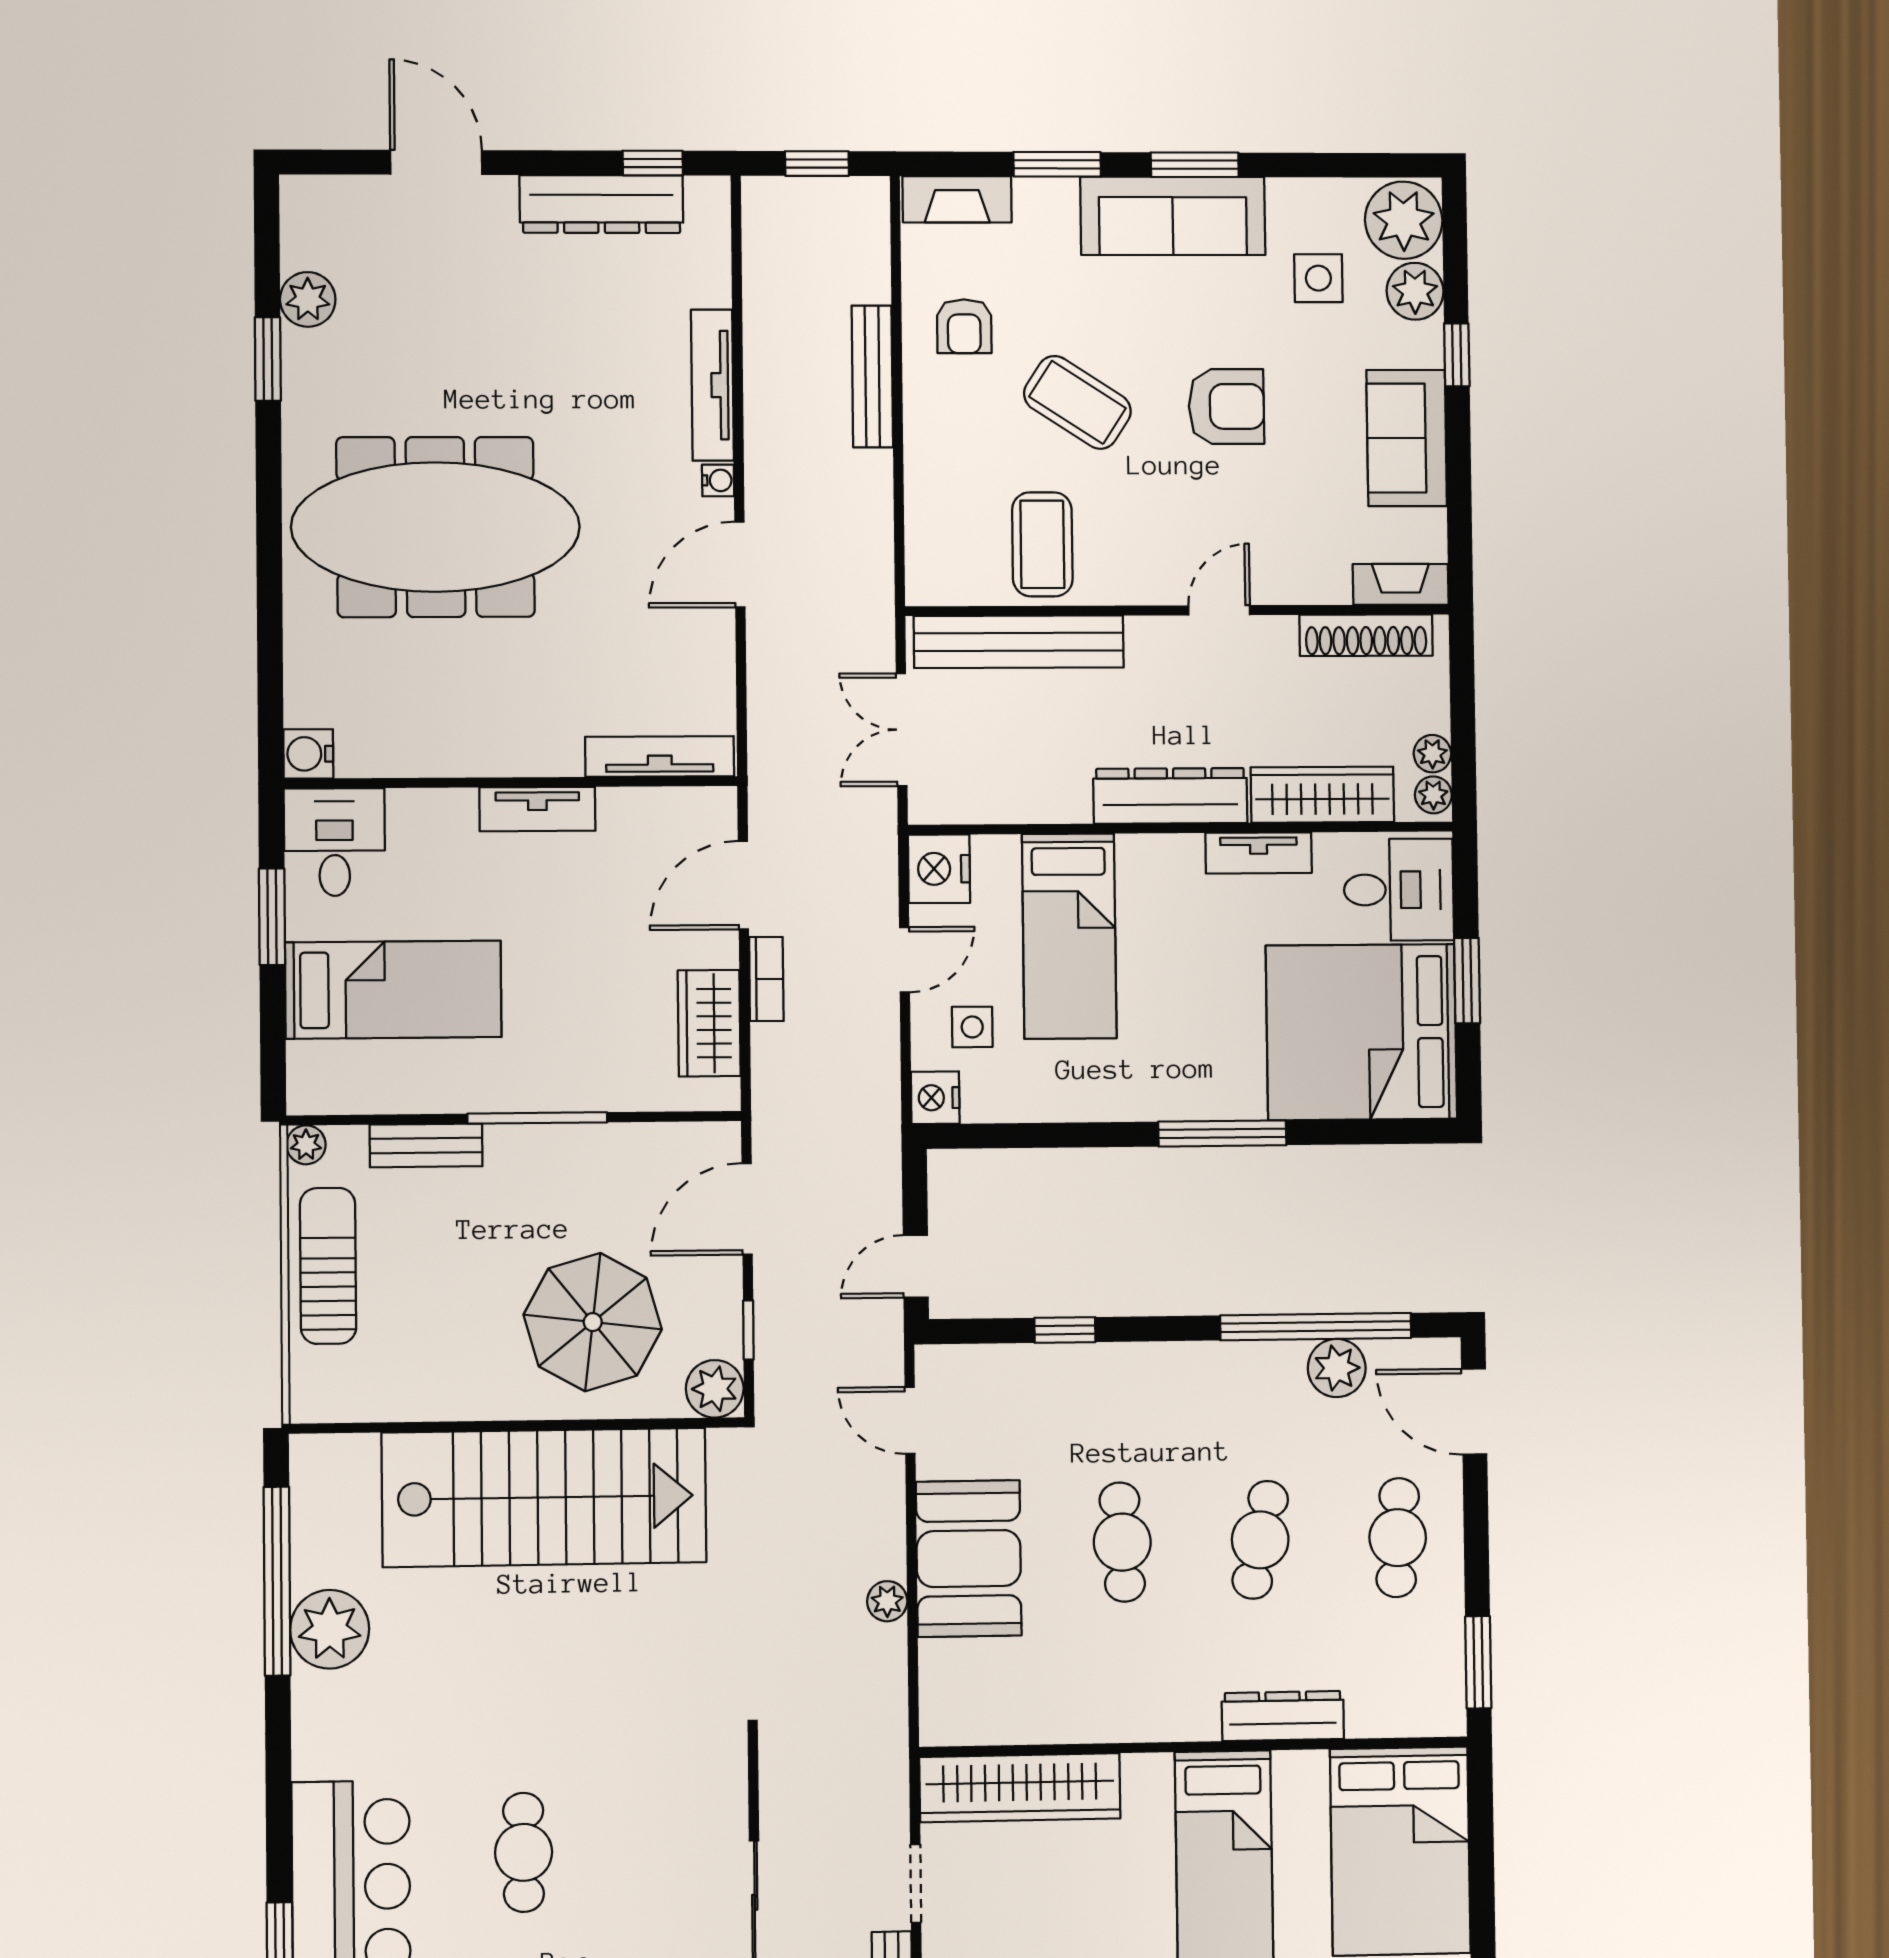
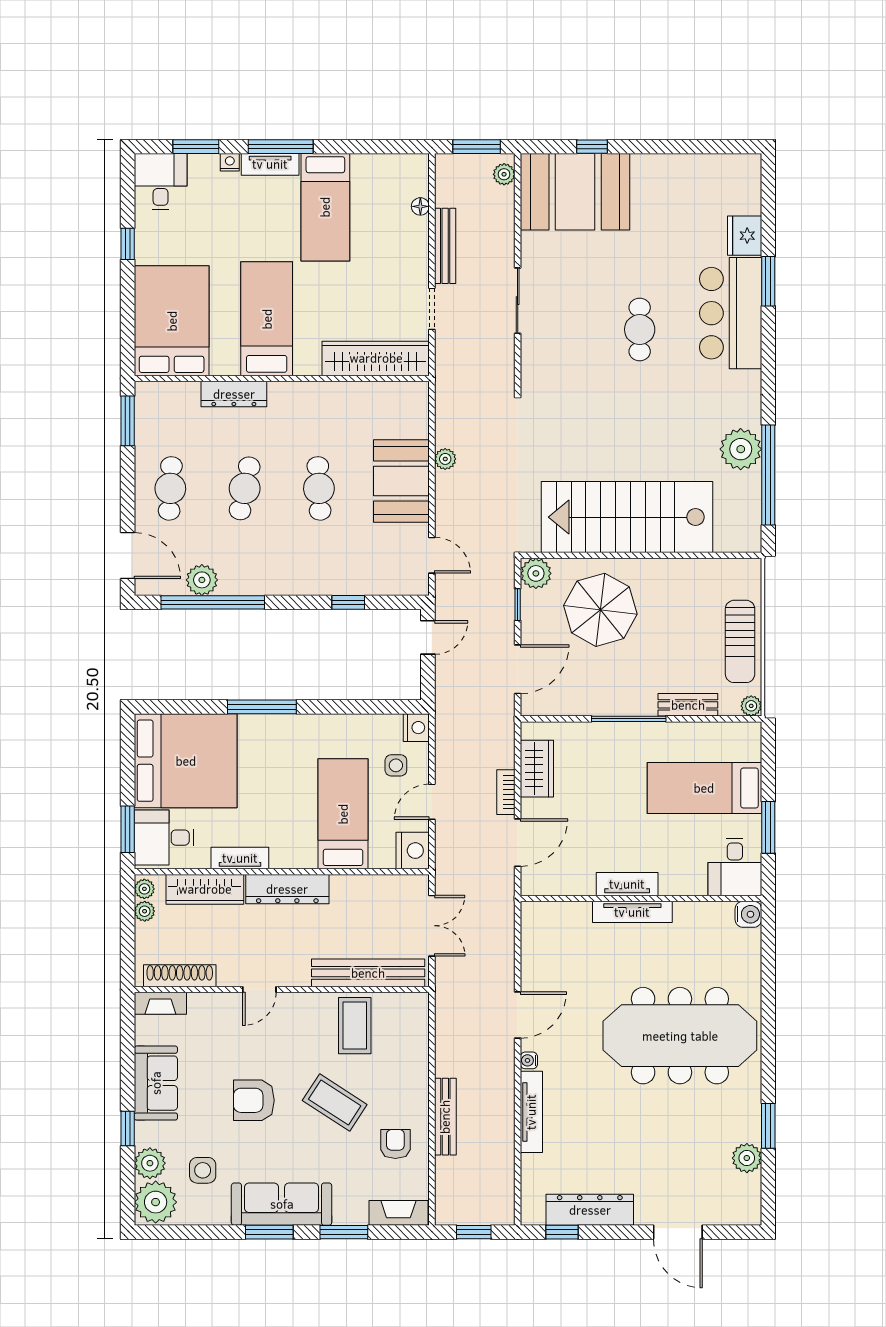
tv unit: (660, 756) -> (632, 912), moved
window: (1467, 981) -> (128, 829), moved

